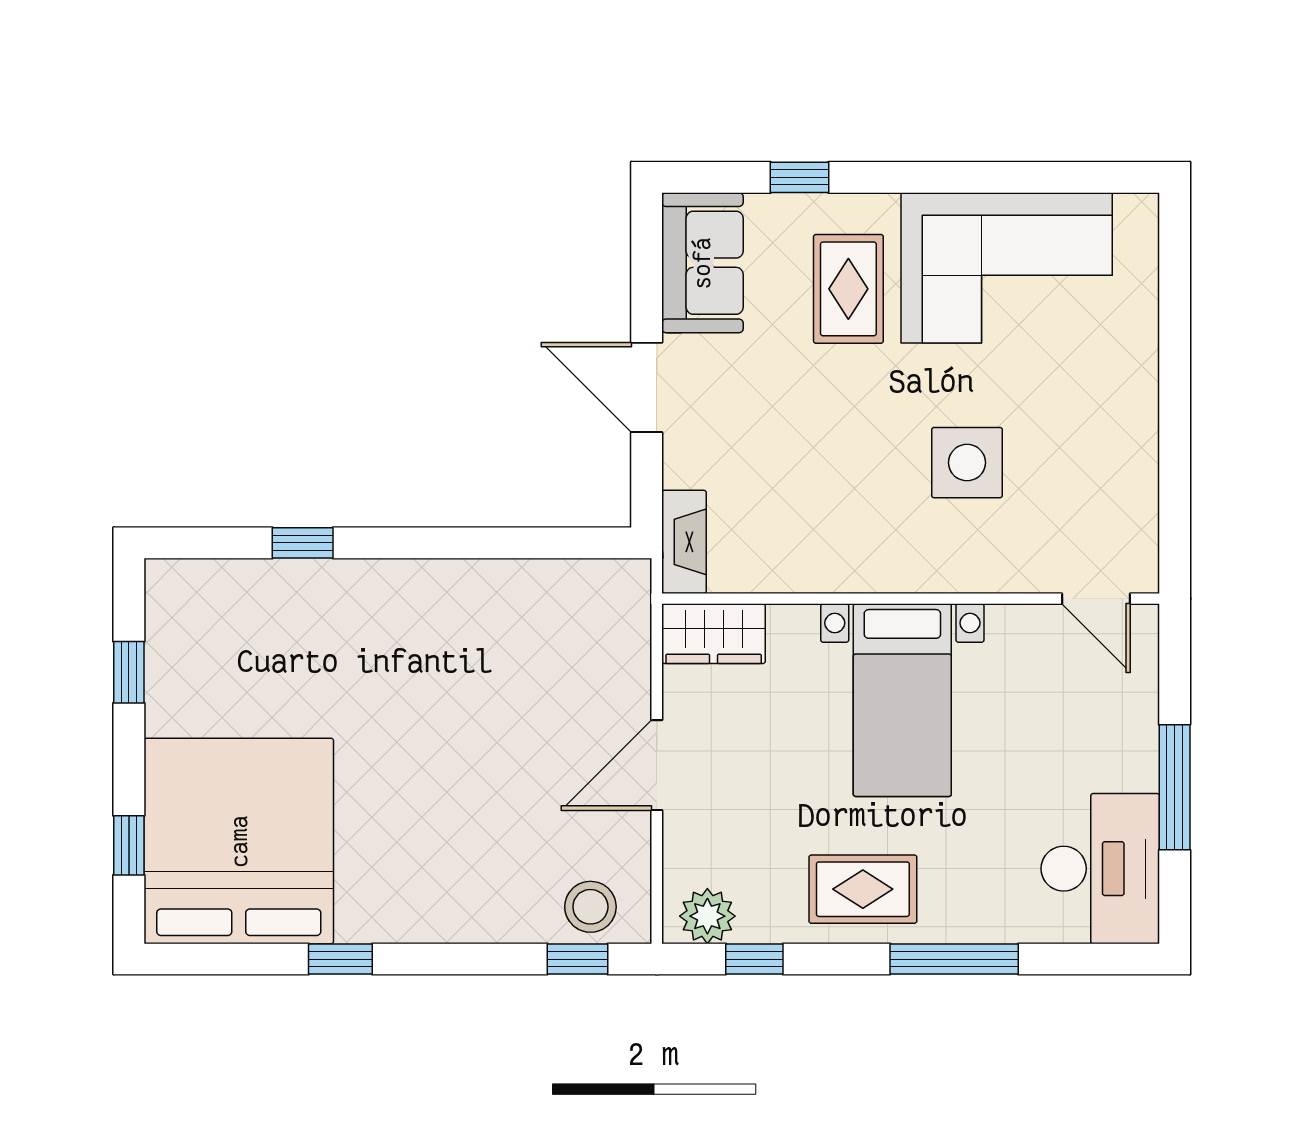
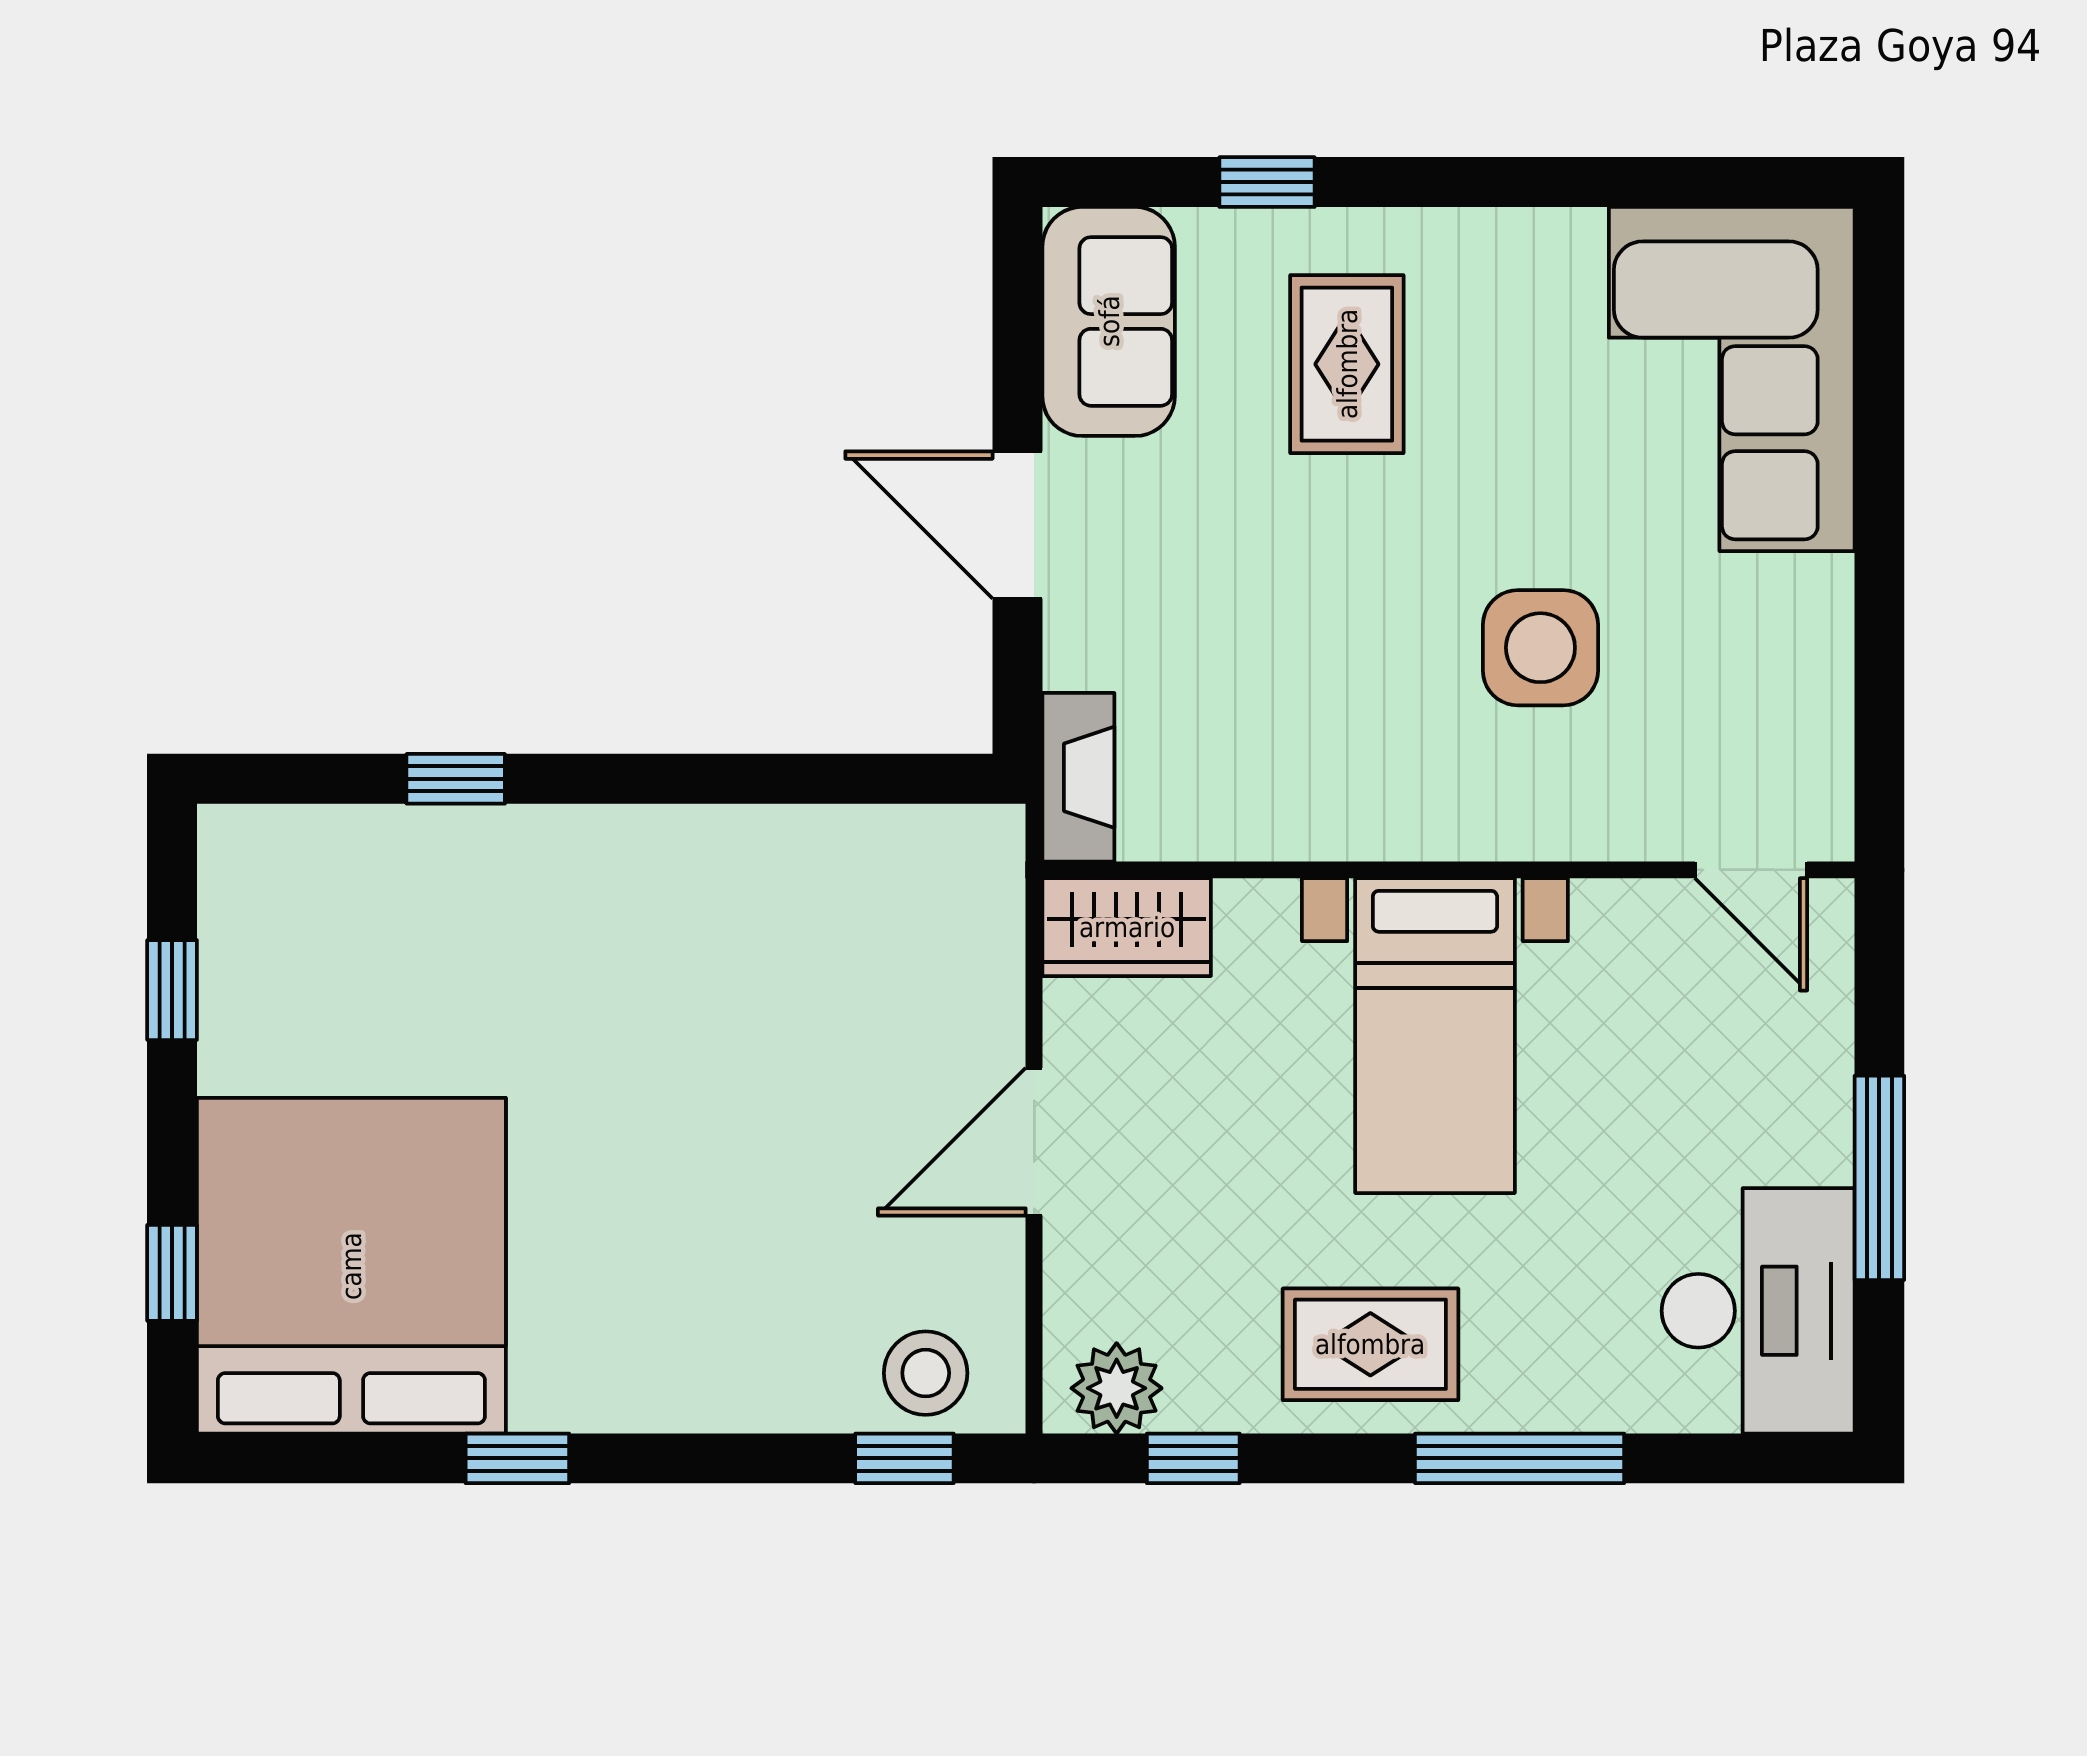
corner sofa: (1007, 268) -> (1732, 379), moved, turned 90

